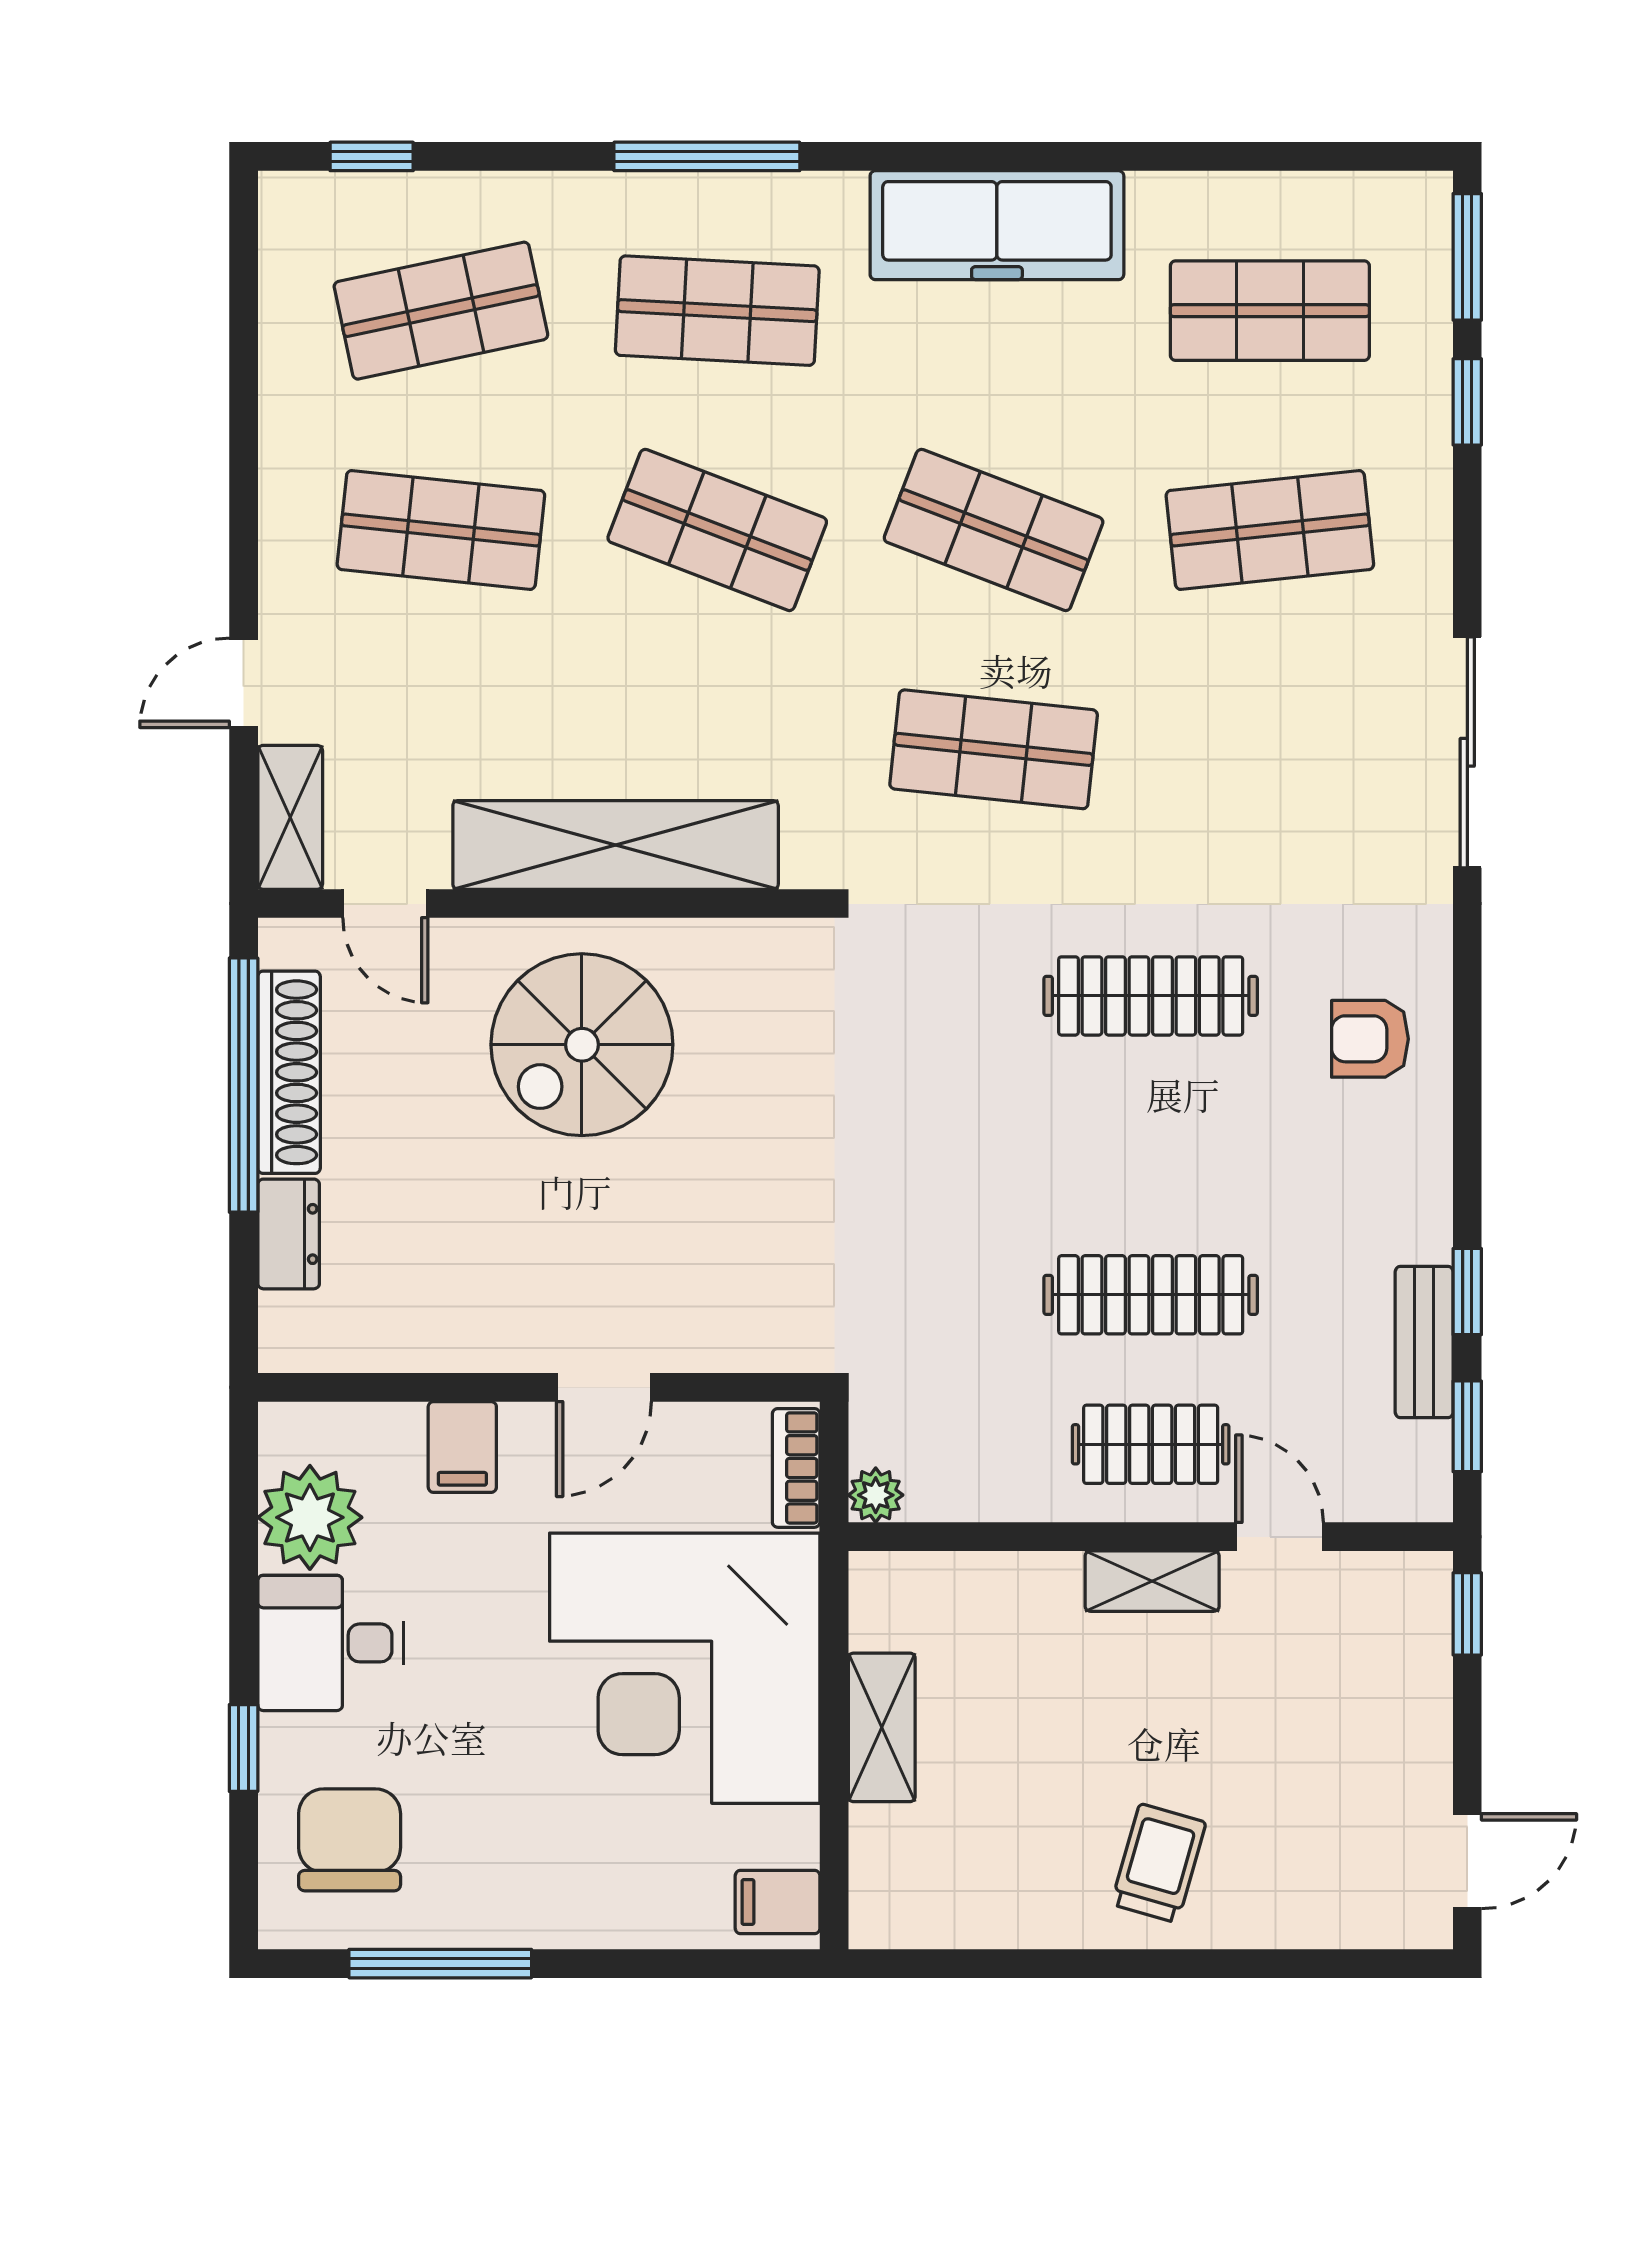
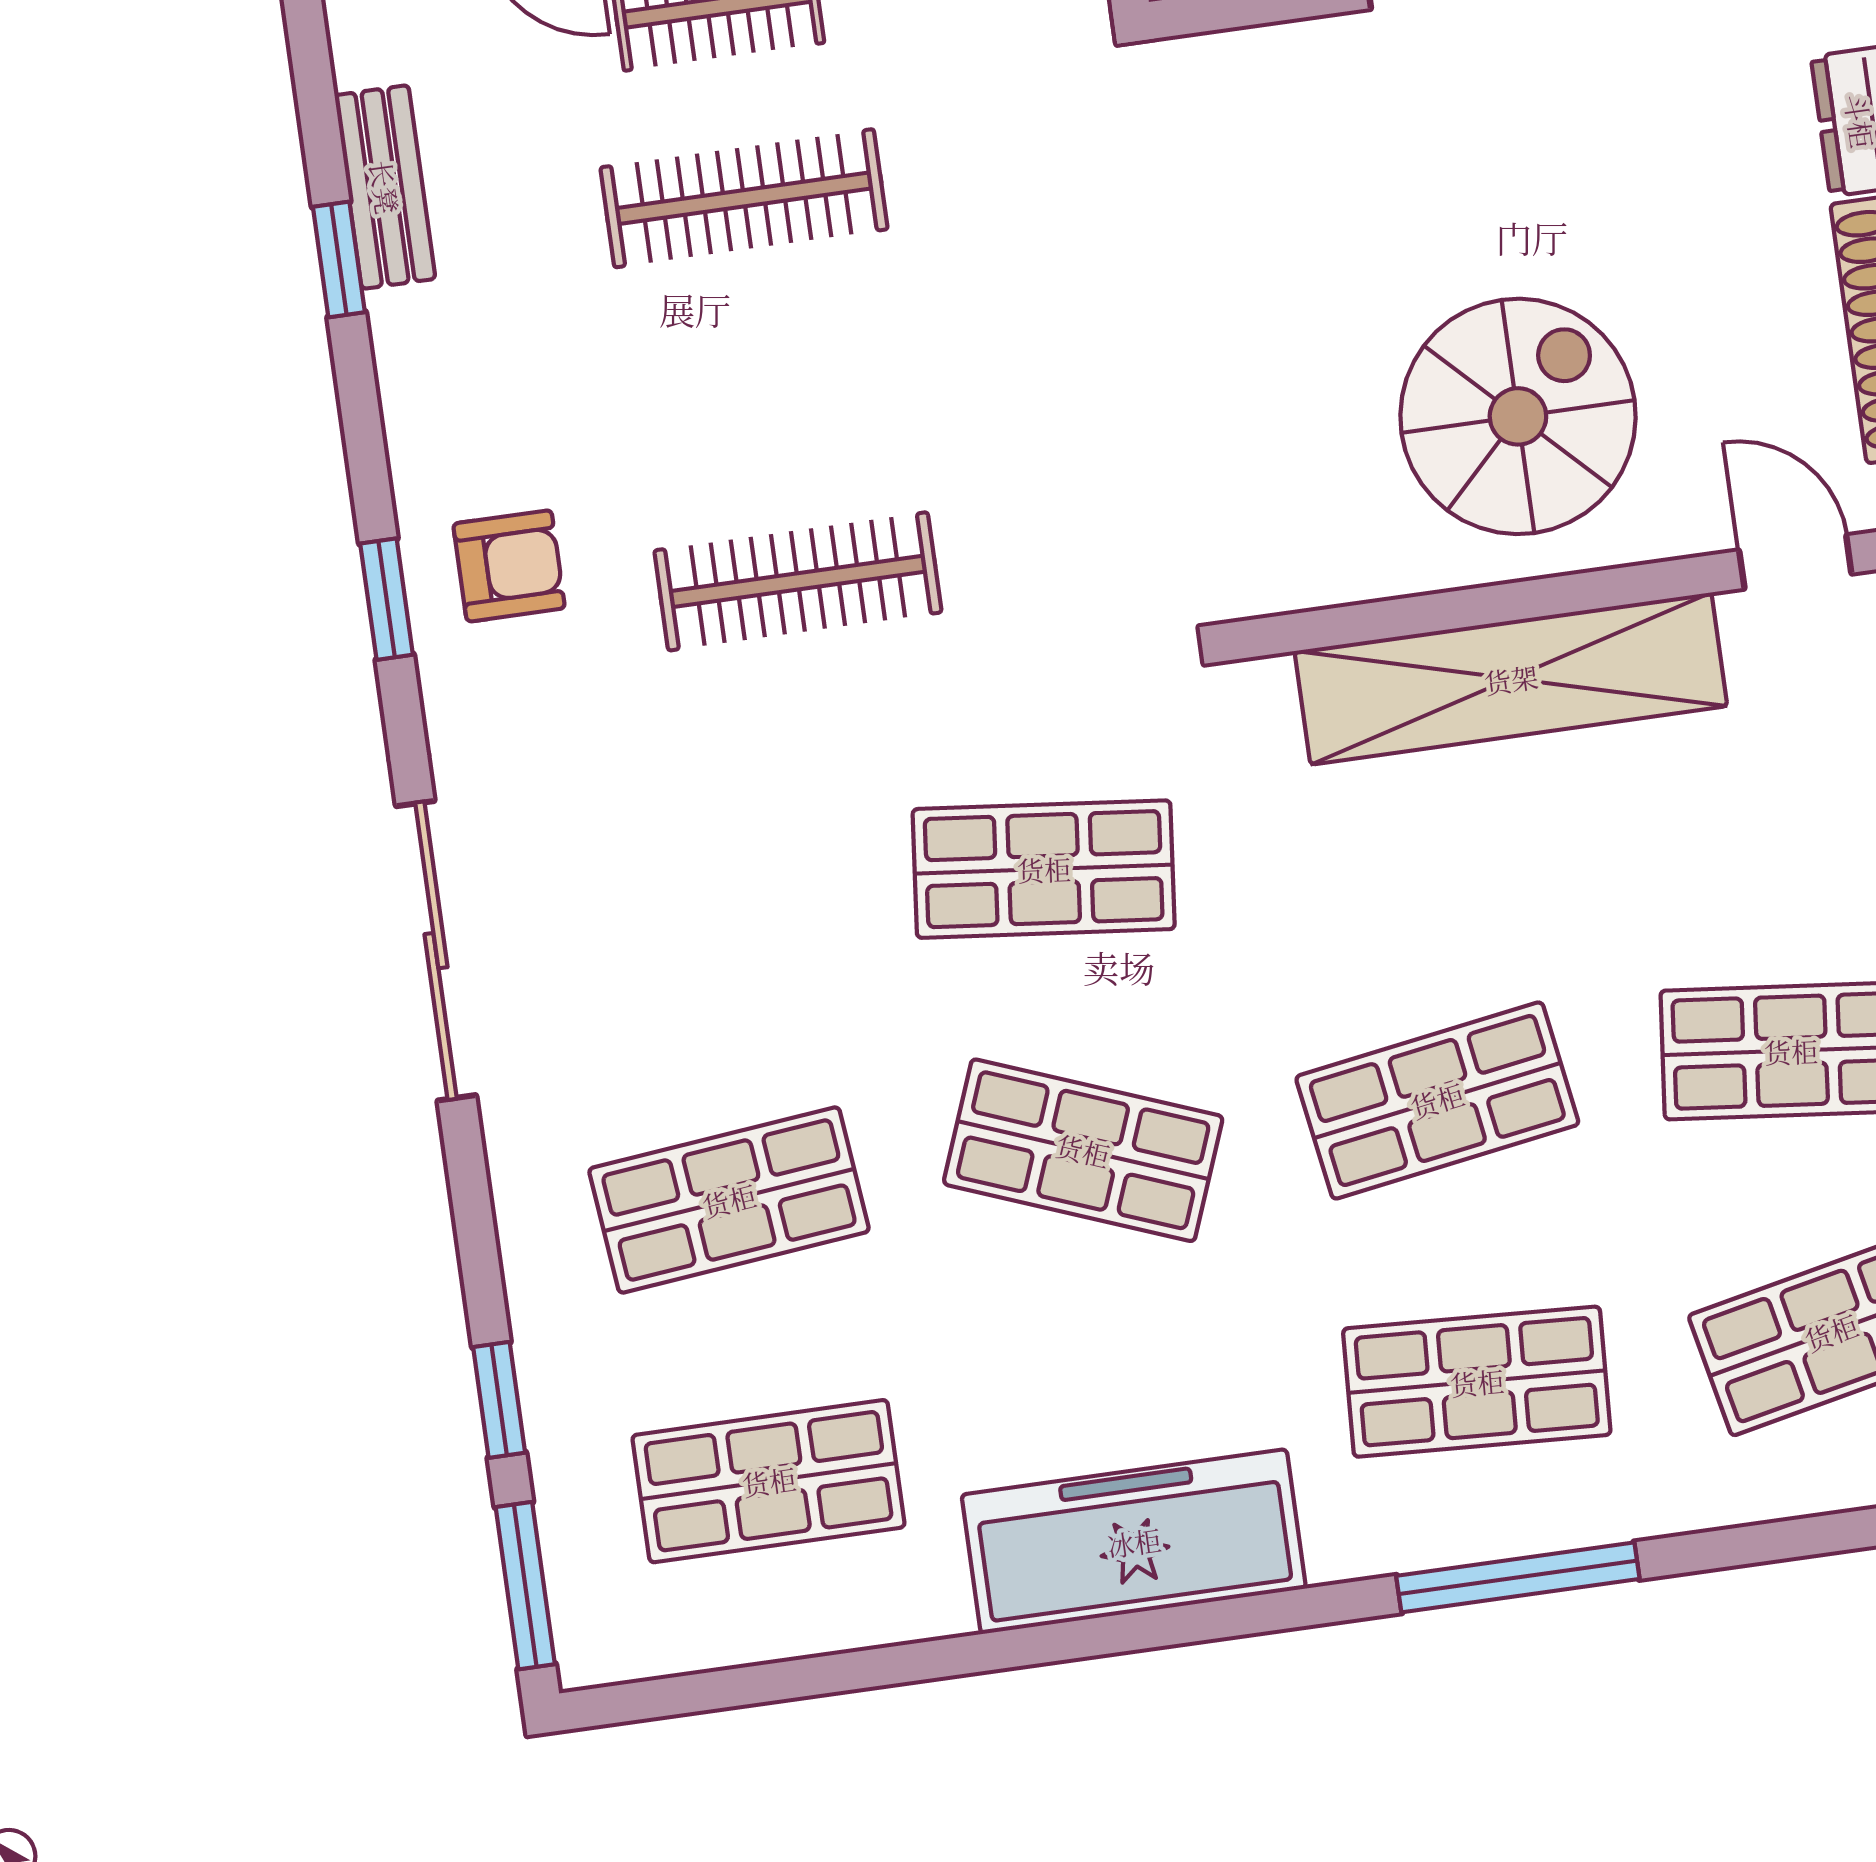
shop shelf: (717, 530) -> (1437, 1100), turned -30
window: (1467, 1426) -> (387, 599), moved

